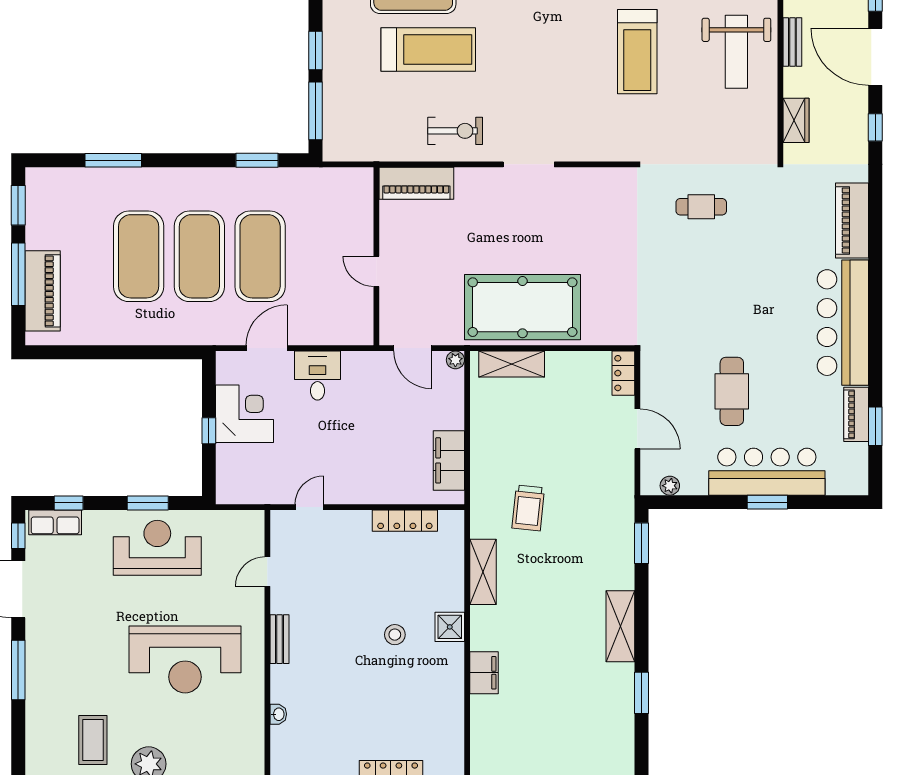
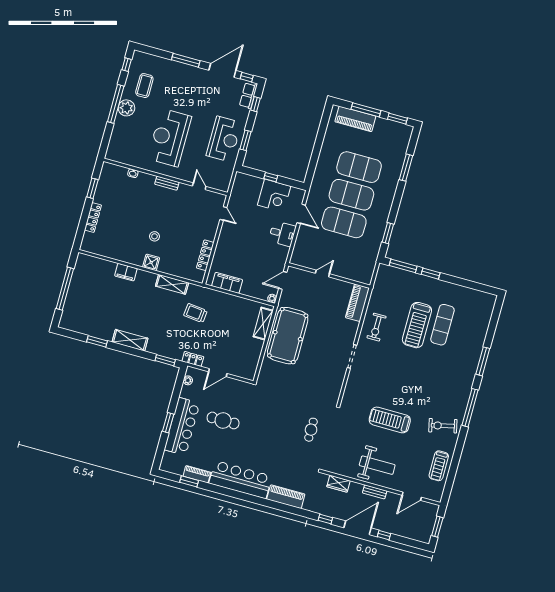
weight bench: (736, 52) -> (377, 465), turned 180
locker: (623, 373) -> (193, 359), moved
coffee table: (93, 740) -> (144, 86), turned 90

